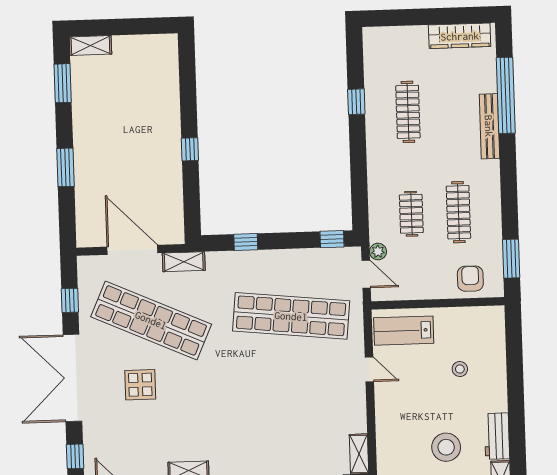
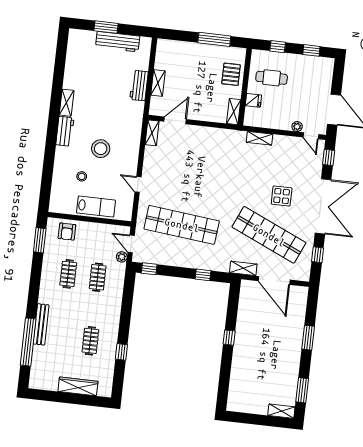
wardrobe: (460, 36) -> (78, 386), moved
clothes rail: (408, 112) -> (90, 341), width x0.73
clothes rail: (458, 212) -> (68, 274), width x0.73
lab bench: (404, 331) -> (96, 207), moved
stool: (446, 447) -> (101, 149), moved

